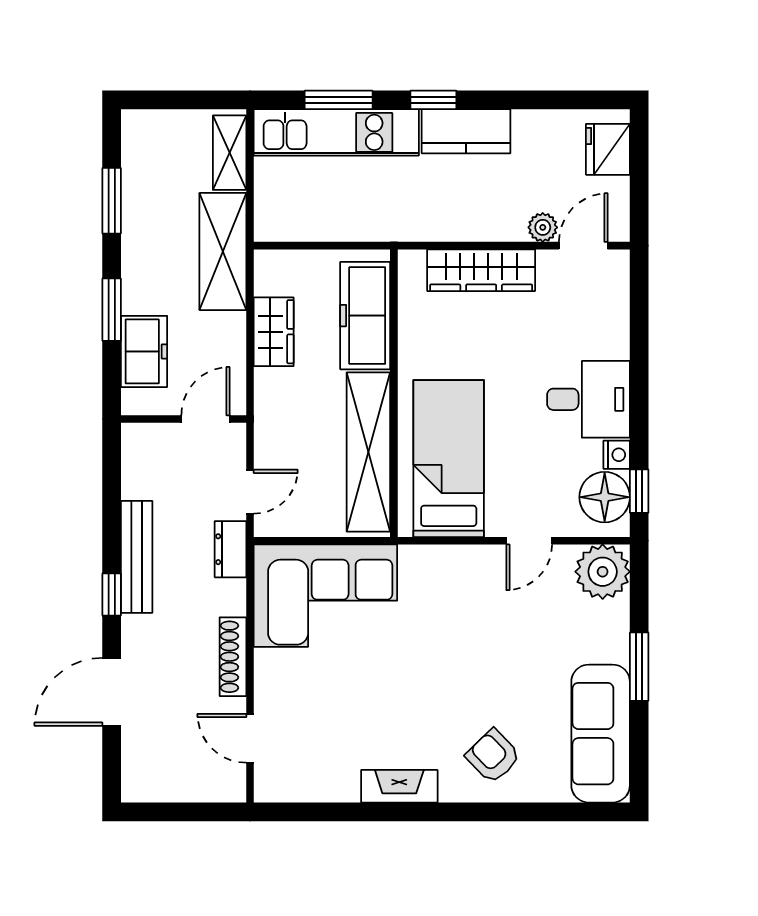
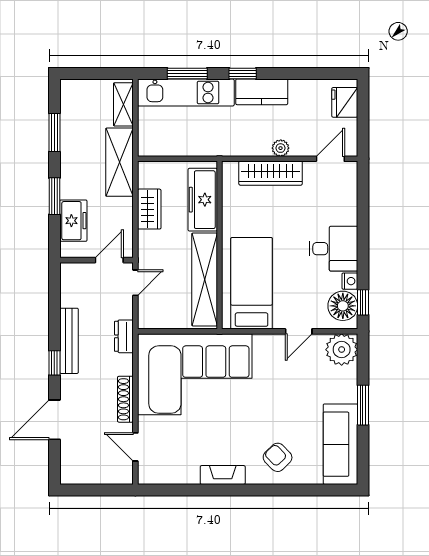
plant: (543, 227) -> (281, 148), moved
door: (250, 492) -> (135, 283), moved
corner sofa: (325, 596) -> (195, 374), width x1.36, depth x1.36

